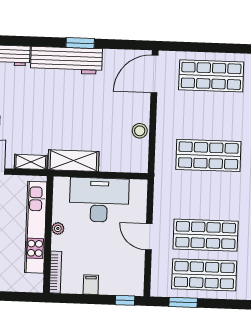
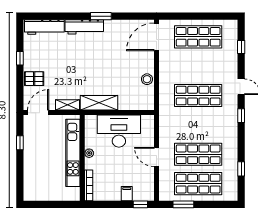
workbench: (66, 60) -> (84, 27), width x0.73, depth x0.76
filing cabinet: (91, 285) -> (127, 194), moved

